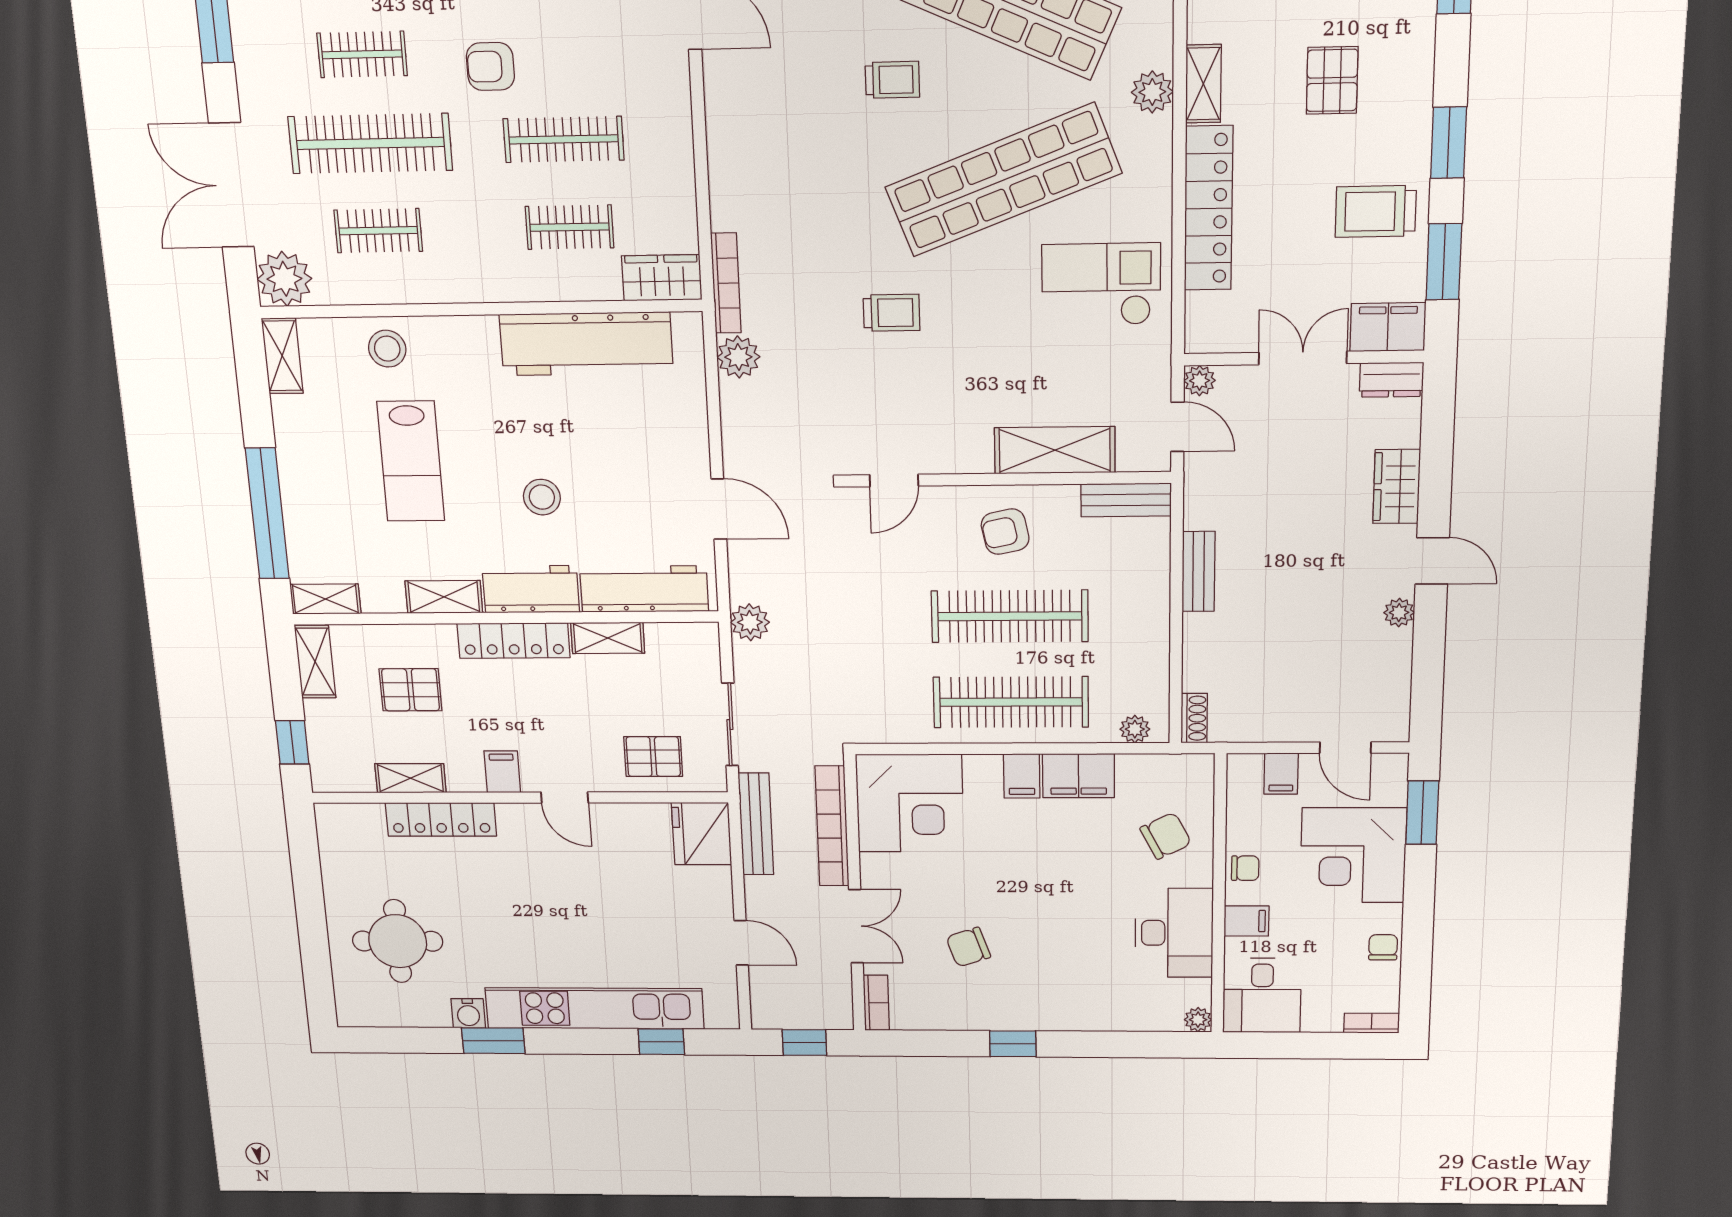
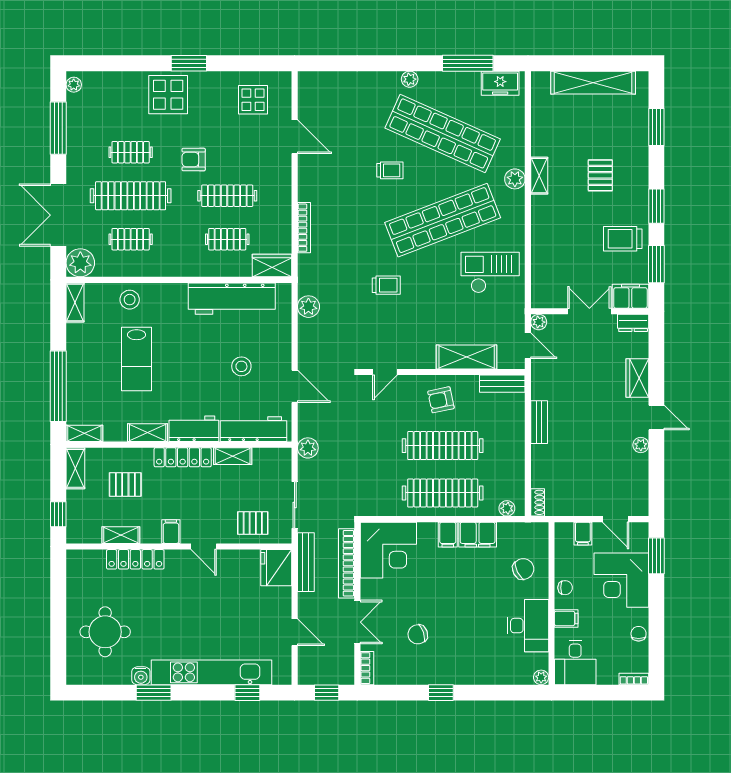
locker: (1208, 208) -> (542, 236), removed
bookcase: (726, 283) -> (304, 228), moved
stool: (542, 497) -> (241, 366), moved

